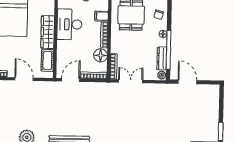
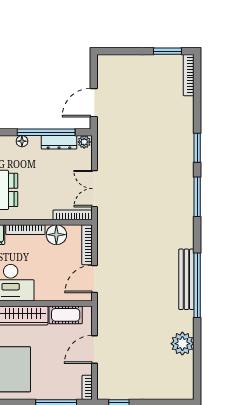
door: (71, 80) -> (94, 279), hinge flipped

